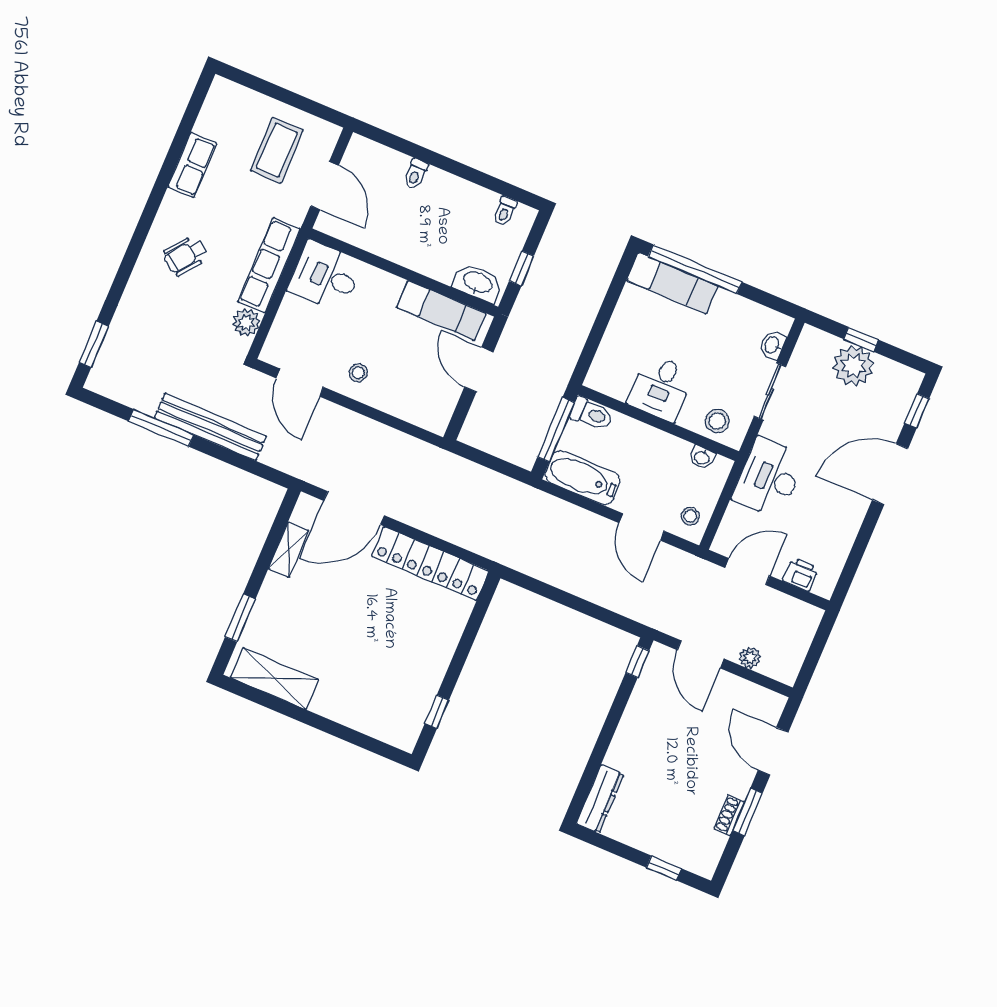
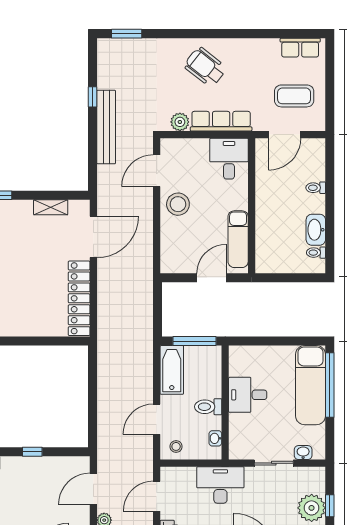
row of seats: (192, 165) -> (300, 48), moved
wheelchair: (185, 256) -> (205, 67), width x1.36, depth x1.37
window: (522, 268) -> (285, 278), removed
washbasin: (477, 283) -> (316, 230), moved, turned 180
exam couch: (672, 283) -> (310, 385), width x1.36, depth x1.45
stool: (358, 373) -> (178, 204), width x1.89, depth x1.89
toilet: (592, 414) -> (208, 407), moved, turned 90
stool: (717, 421) -> (242, 438), removed
window: (161, 428) -> (93, 97), width x0.46
door: (354, 508) -> (93, 237), swing flipped
door: (747, 572) -> (157, 496), swing flipped
window: (637, 662) -> (32, 452), moved

